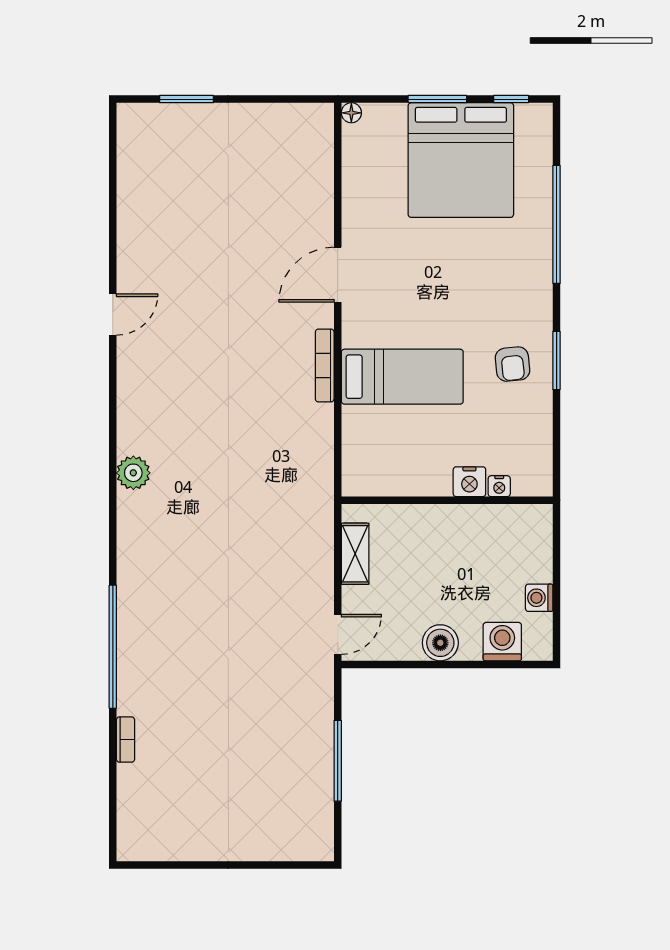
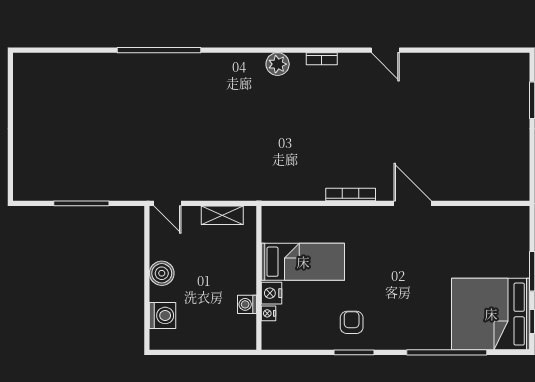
floor lamp: (351, 113) -> (523, 213), removed
bed: (461, 160) -> (491, 314), moved
armchair: (512, 364) -> (352, 322), turned 96
bed: (402, 377) -> (303, 262), moved, turned -90
washing machine: (539, 598) -> (247, 304), moved, turned -90
bookcase: (125, 740) -> (322, 59), moved

